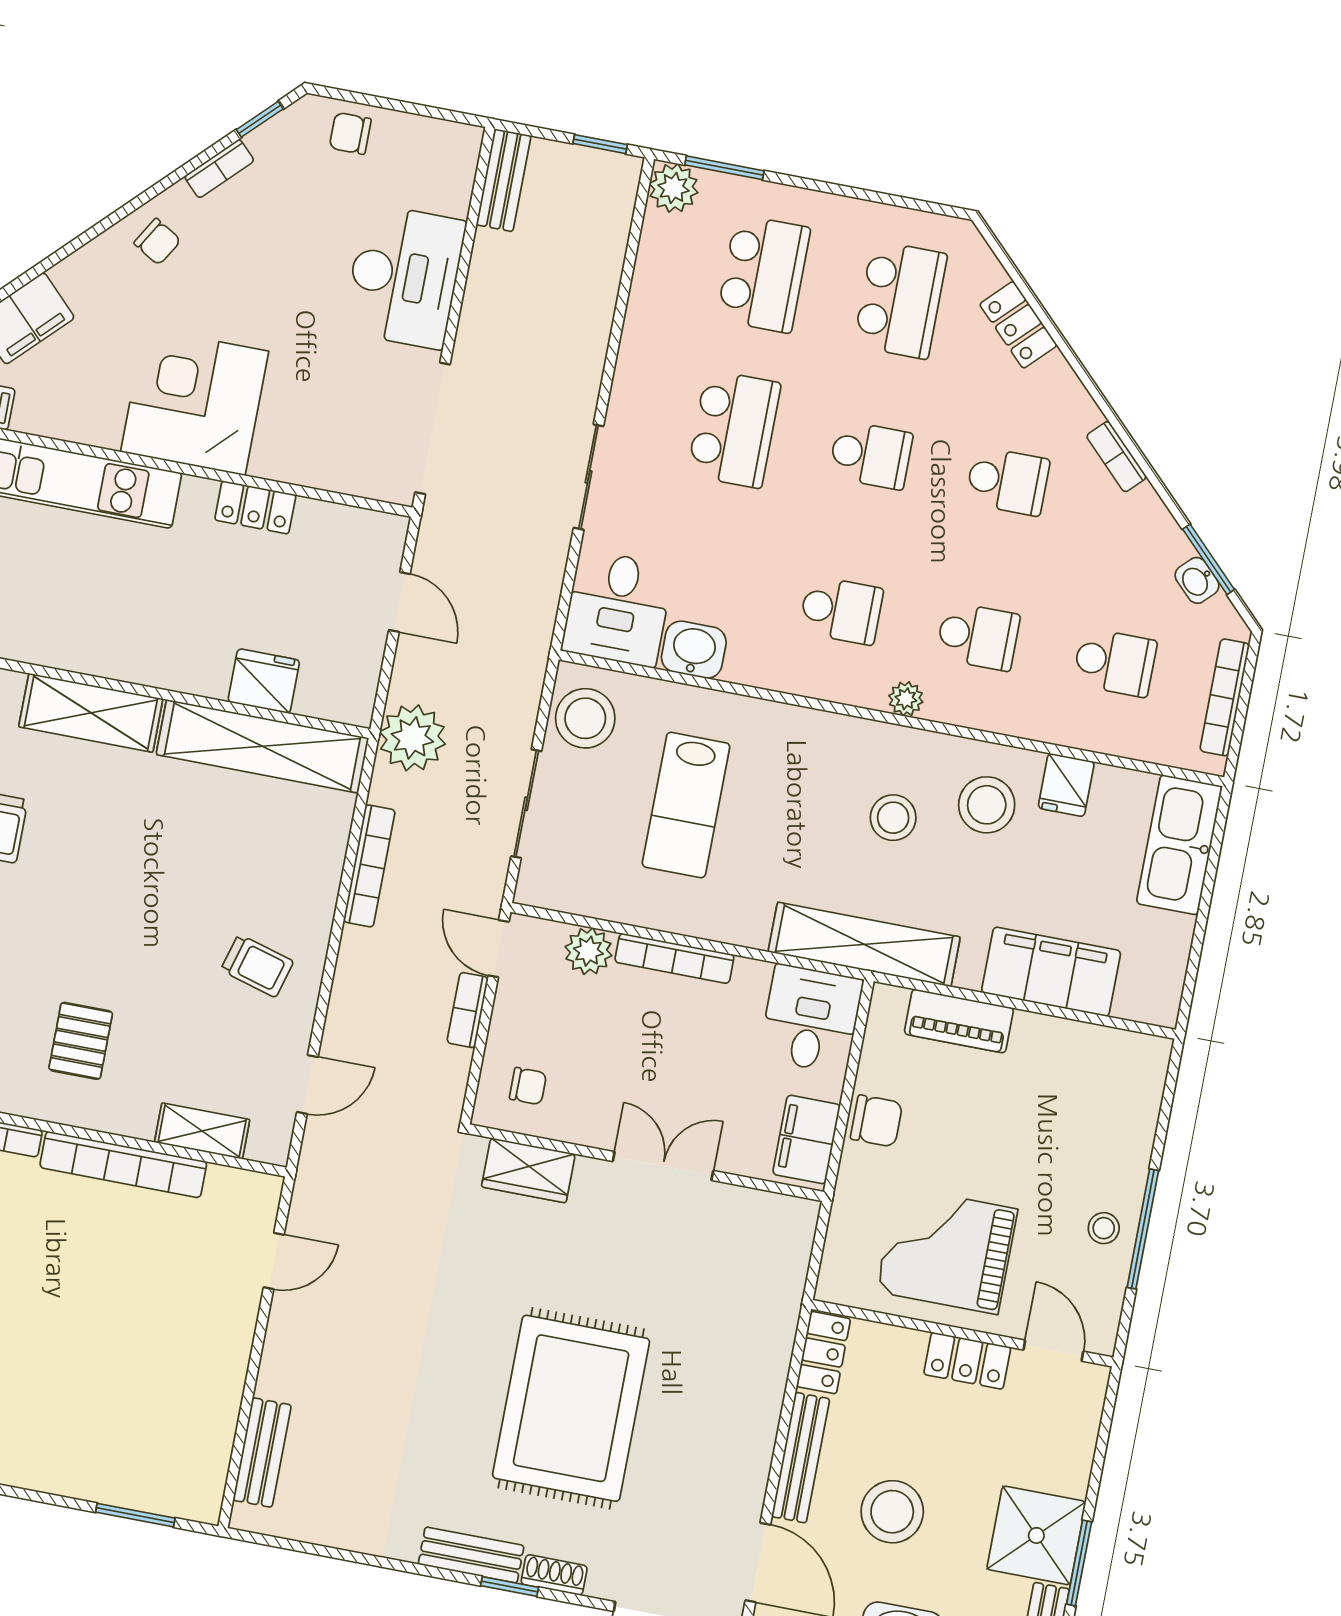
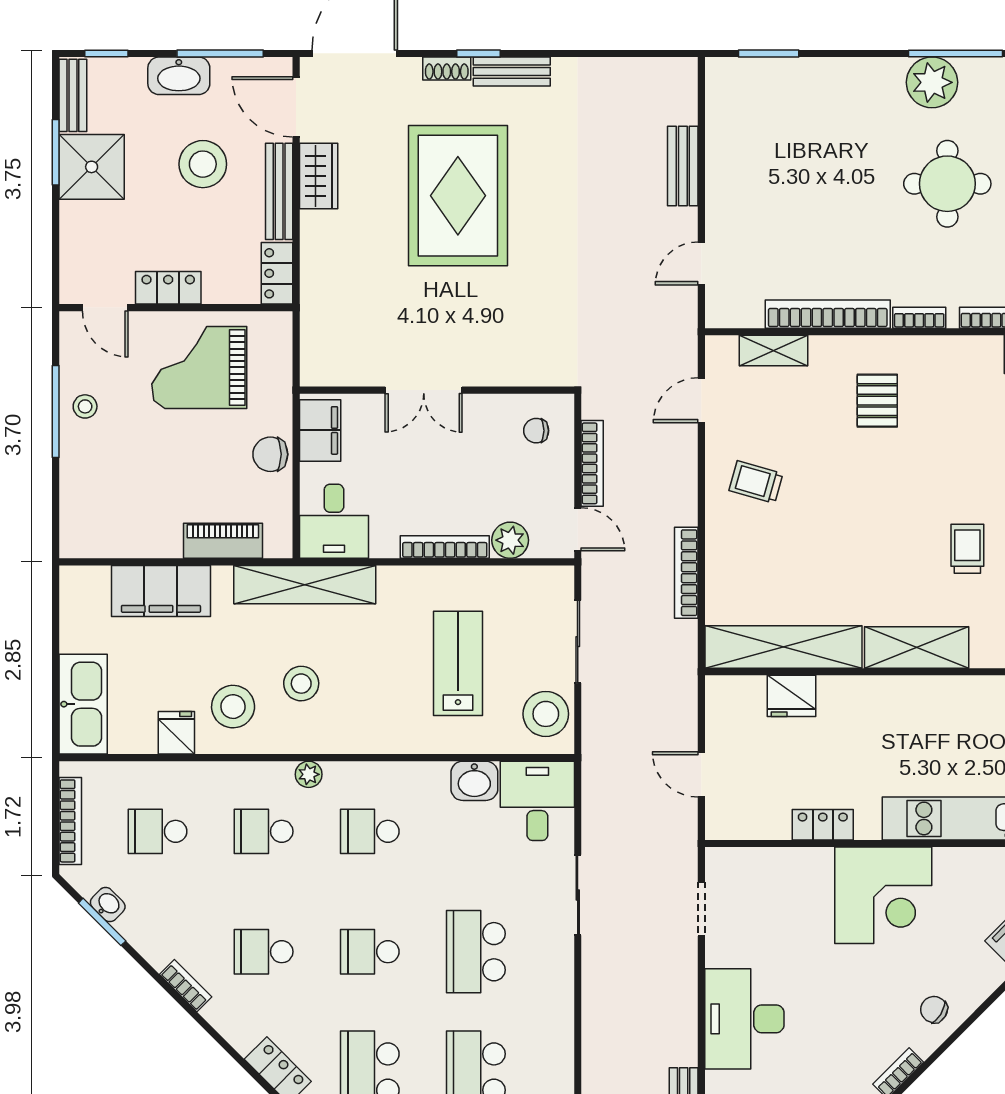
doorway: (433, 428) -> (701, 909), width x0.53
plant: (412, 738) -> (672, 675), removed
bookcase: (468, 1010) -> (592, 463), width x1.56
wardrobe: (528, 1170) -> (319, 176), moved, turned 90
grand piano: (947, 1250) -> (199, 367), turned 180
bench: (262, 1453) -> (683, 166), moved

